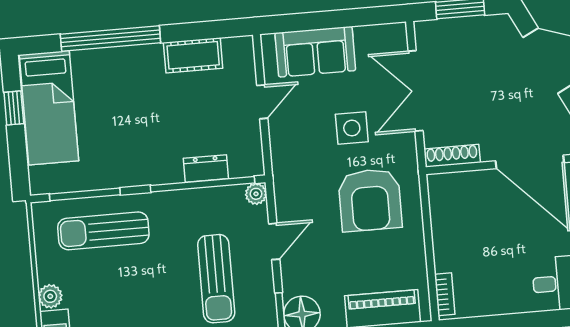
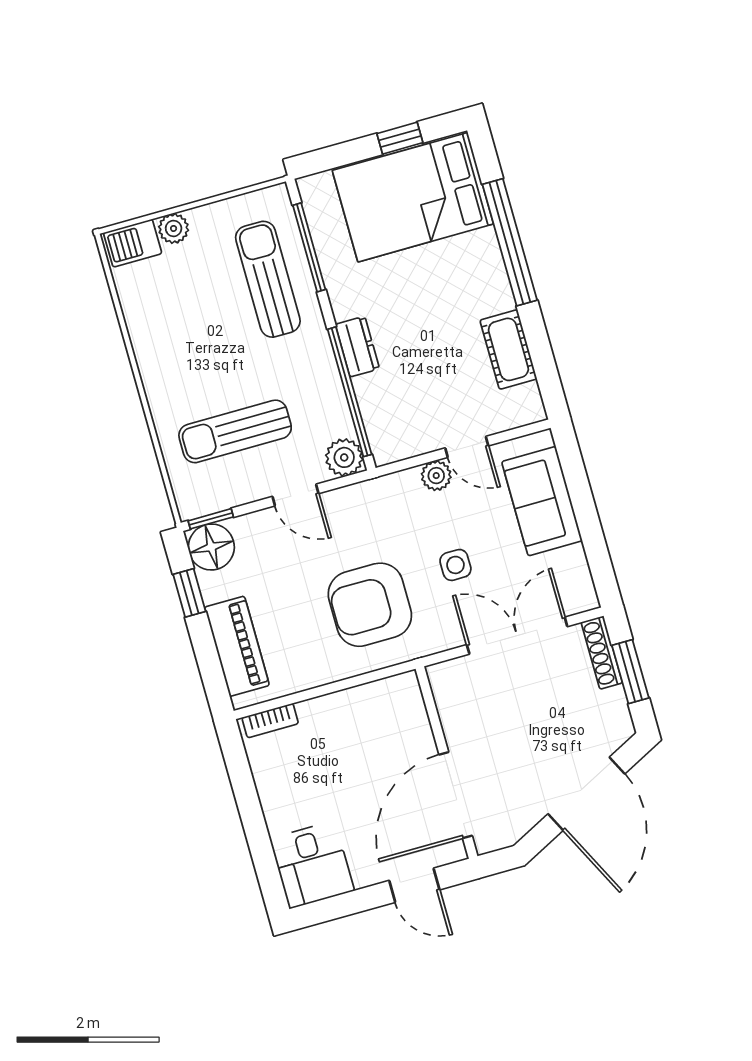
bed: (49, 108) -> (413, 197), width x1.50
side table: (352, 128) -> (455, 565), width x0.73, depth x0.73
plant: (280, 130) -> (436, 476), added
shoe rack: (452, 156) -> (602, 653), moved, turned 180
dresser: (206, 168) -> (357, 347), moved
plant: (256, 194) -> (344, 457), width x1.38, depth x1.38

